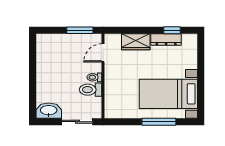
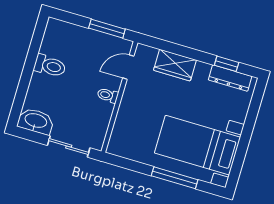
dresser: (166, 40) -> (230, 78), moved
toilet: (91, 90) -> (50, 66), moved, turned 180

